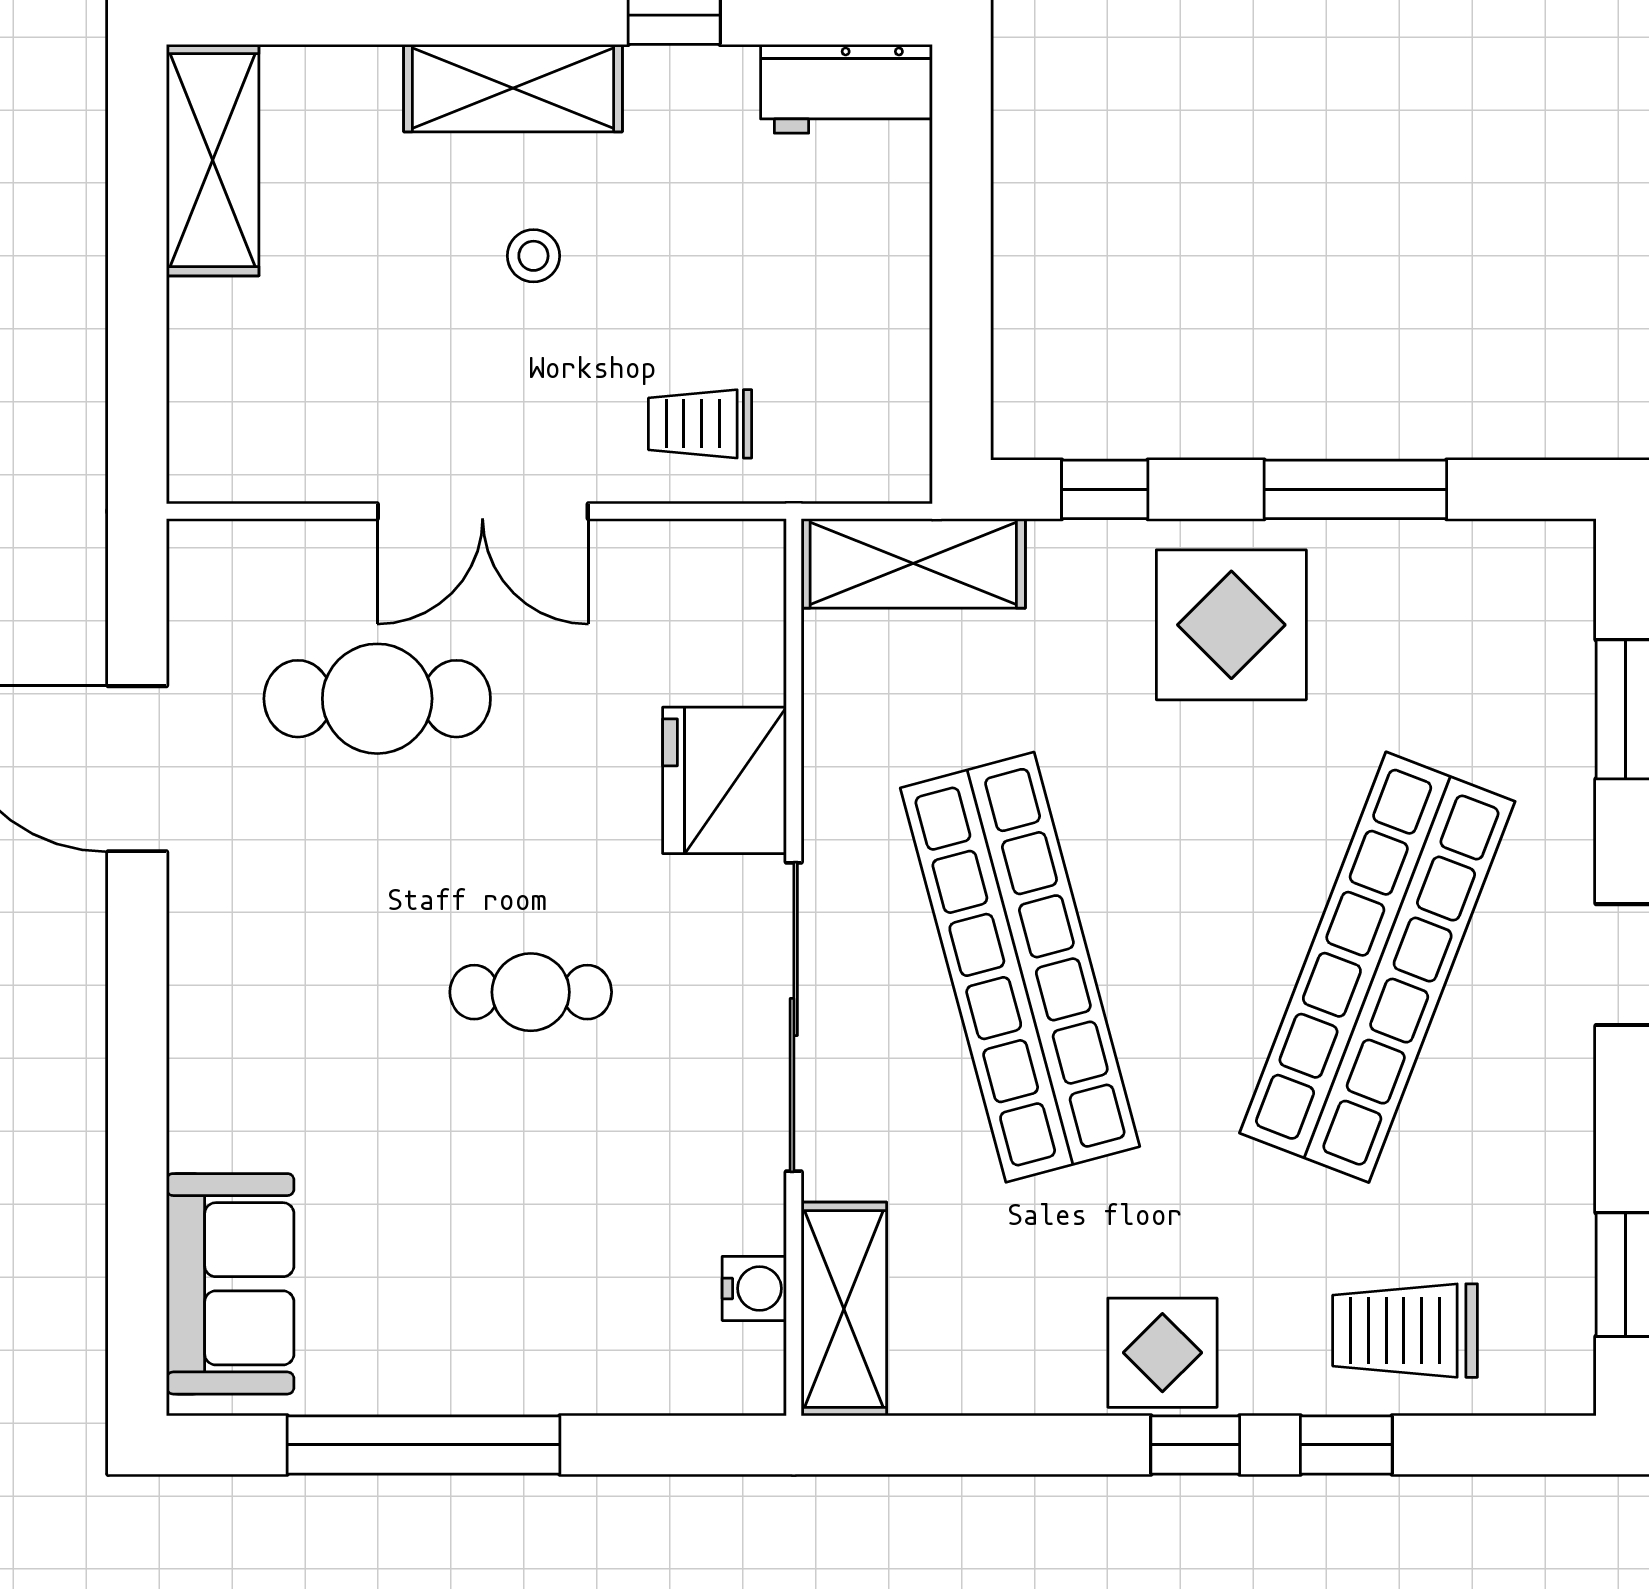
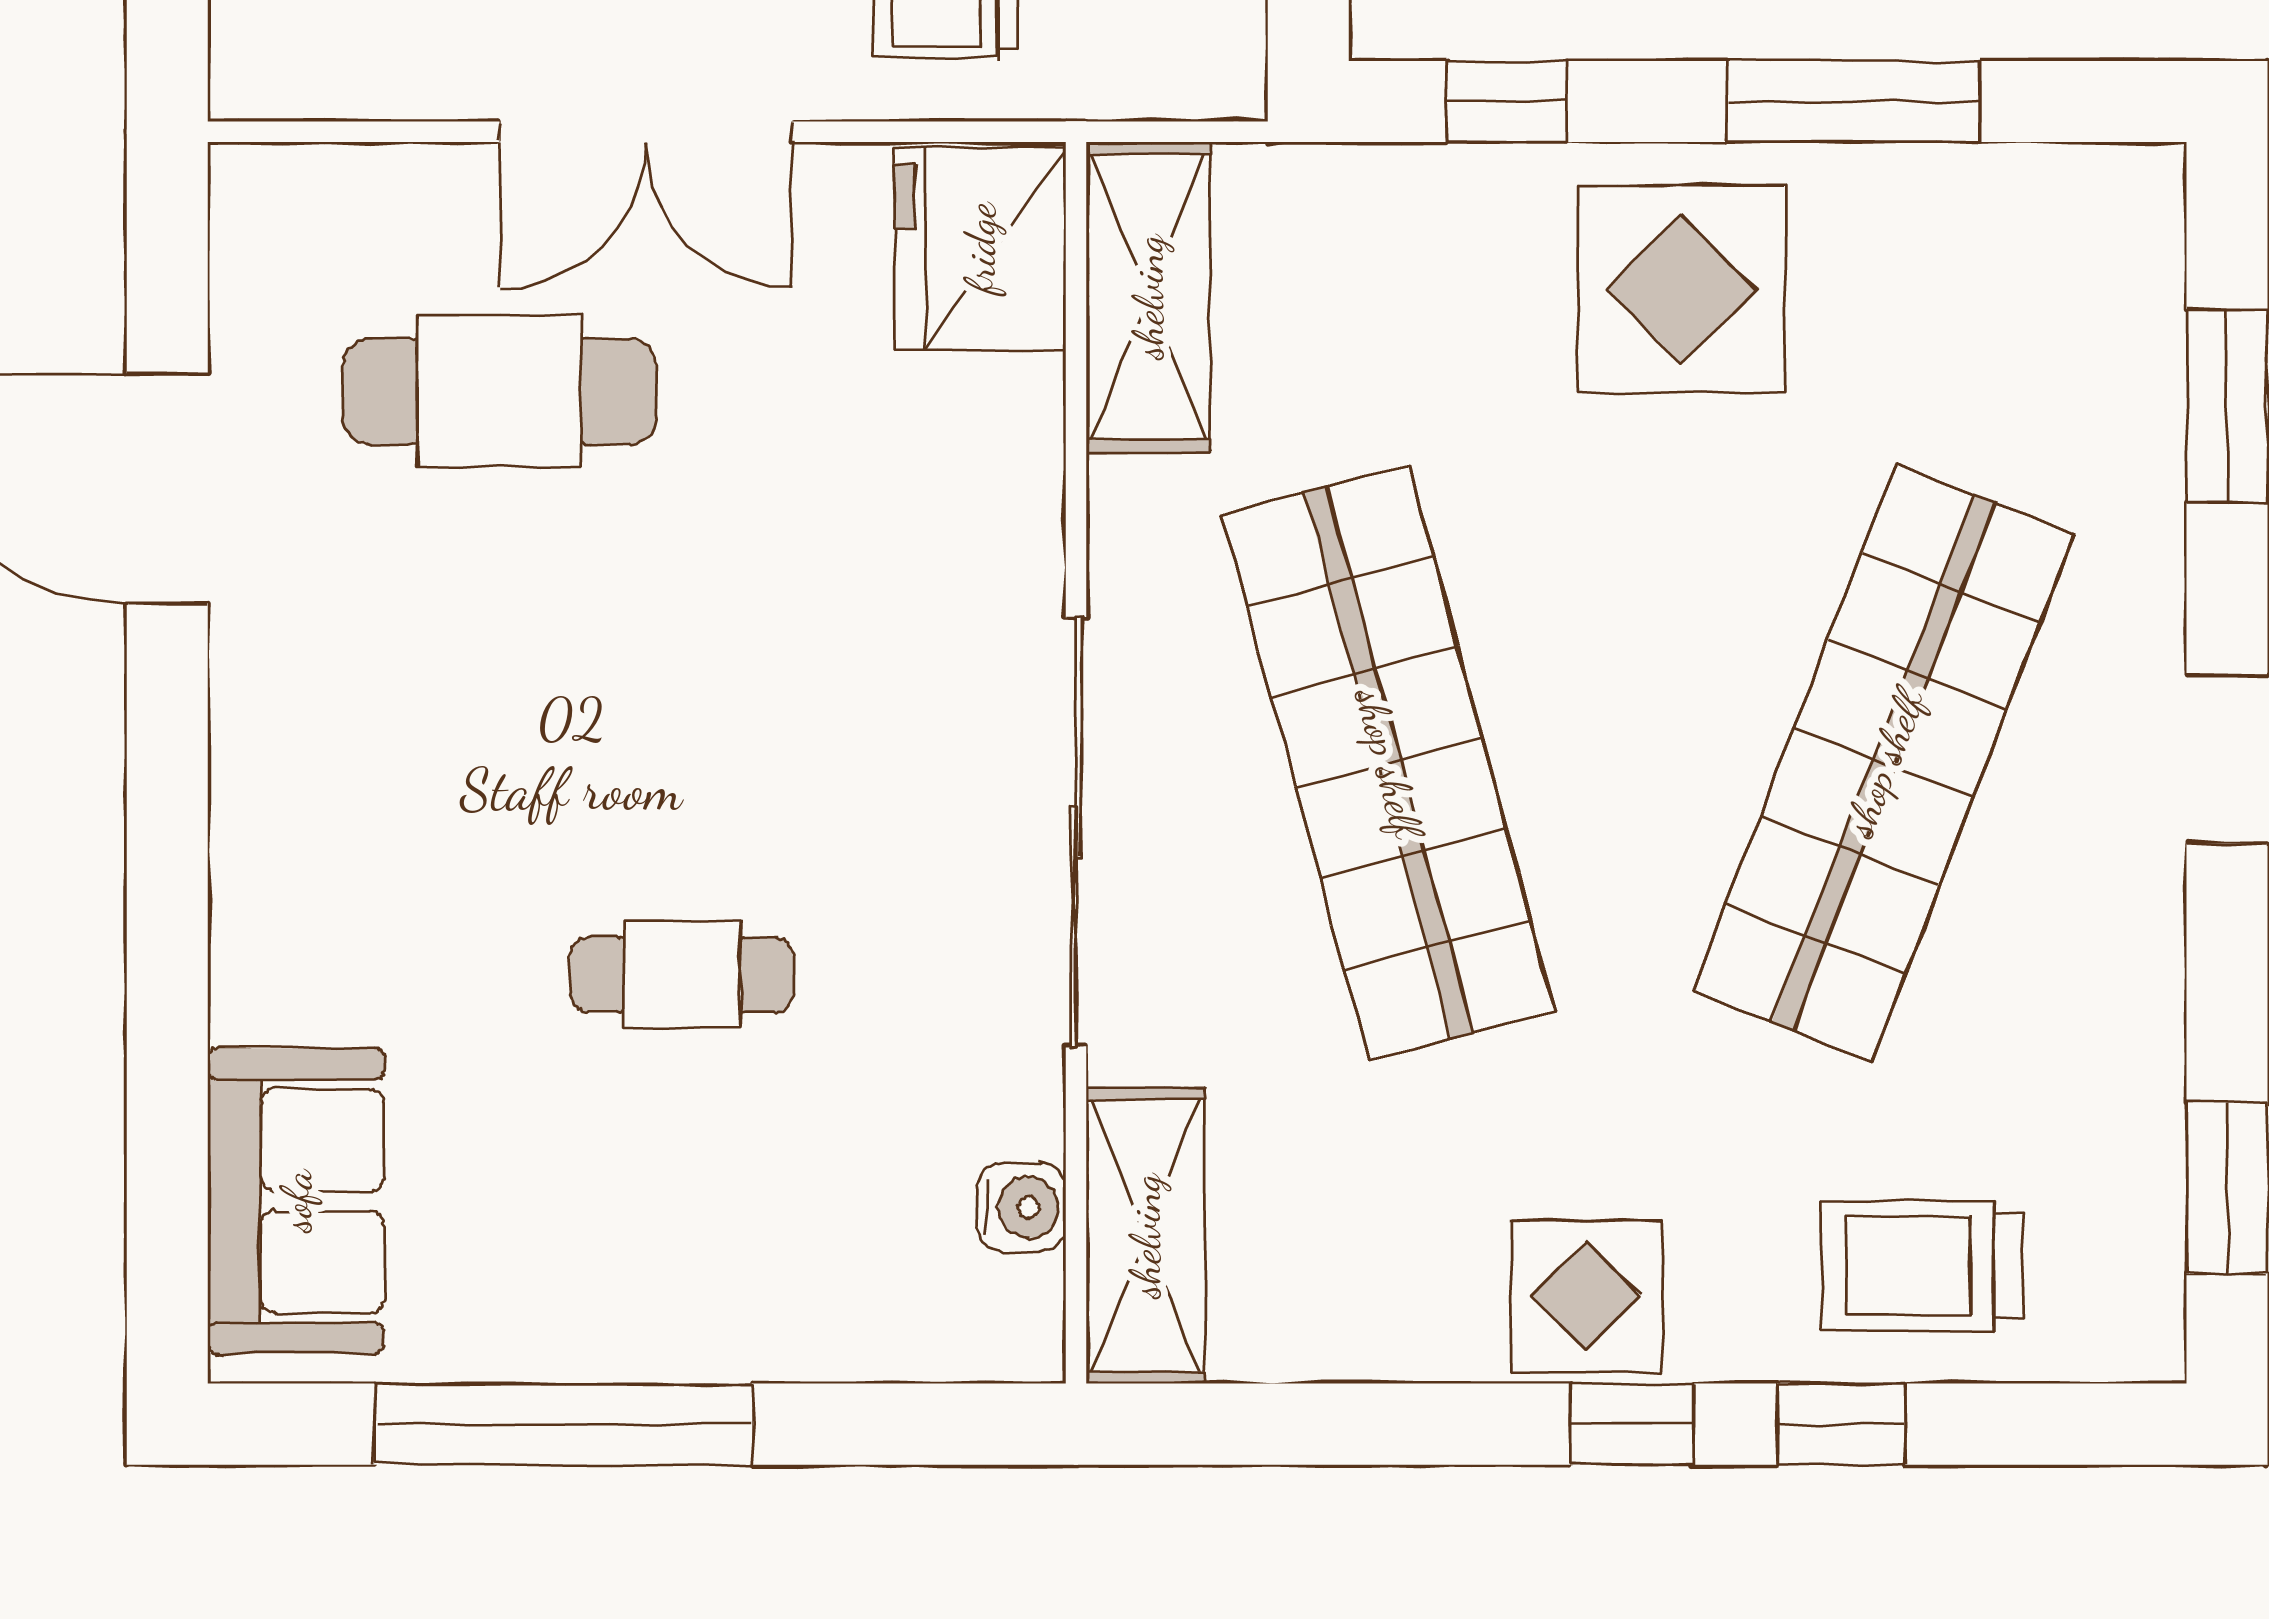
shelving: (913, 563) -> (1148, 297), moved, turned 90
fridge: (725, 780) -> (980, 248), moved
cafe table: (531, 992) -> (682, 974), moved

